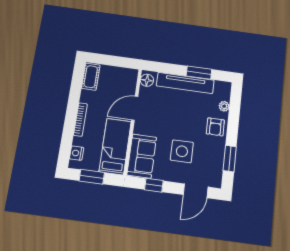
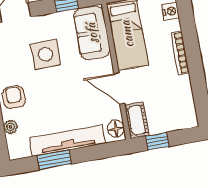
window: (120, 62) -> (157, 141), added
cot: (91, 77) -> (137, 120), moved
door: (135, 108) -> (119, 88), swing flipped

